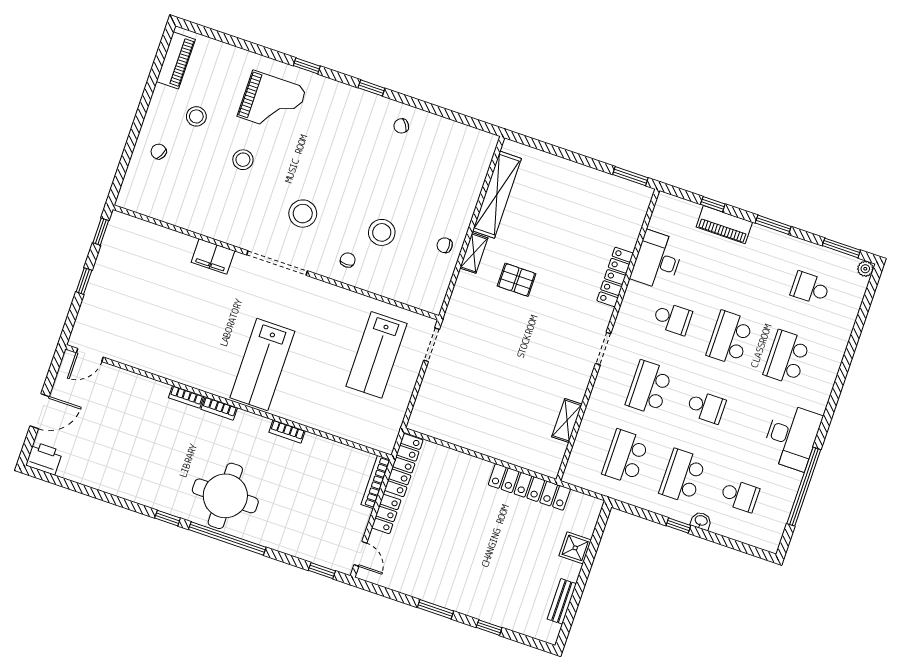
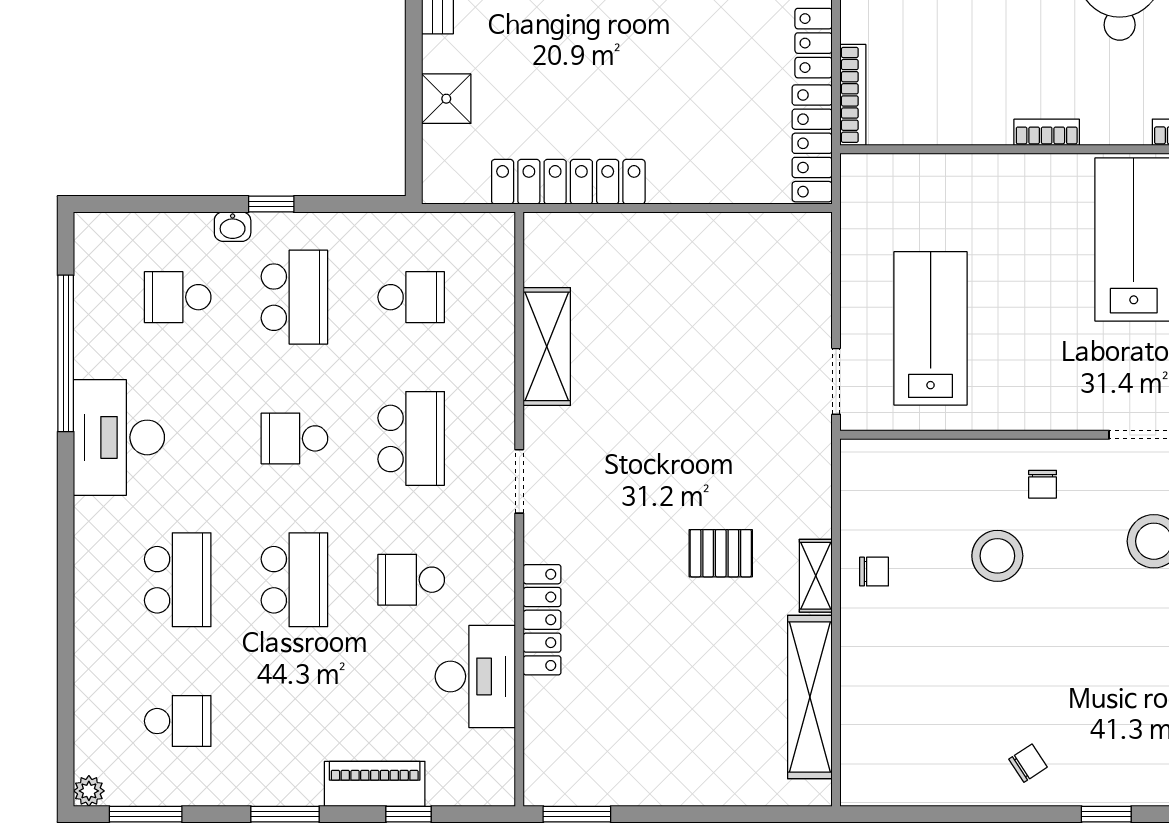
shelving: (567, 421) -> (547, 346), width x1.50, depth x1.33
school desk: (625, 457) -> (411, 297), width x0.54

